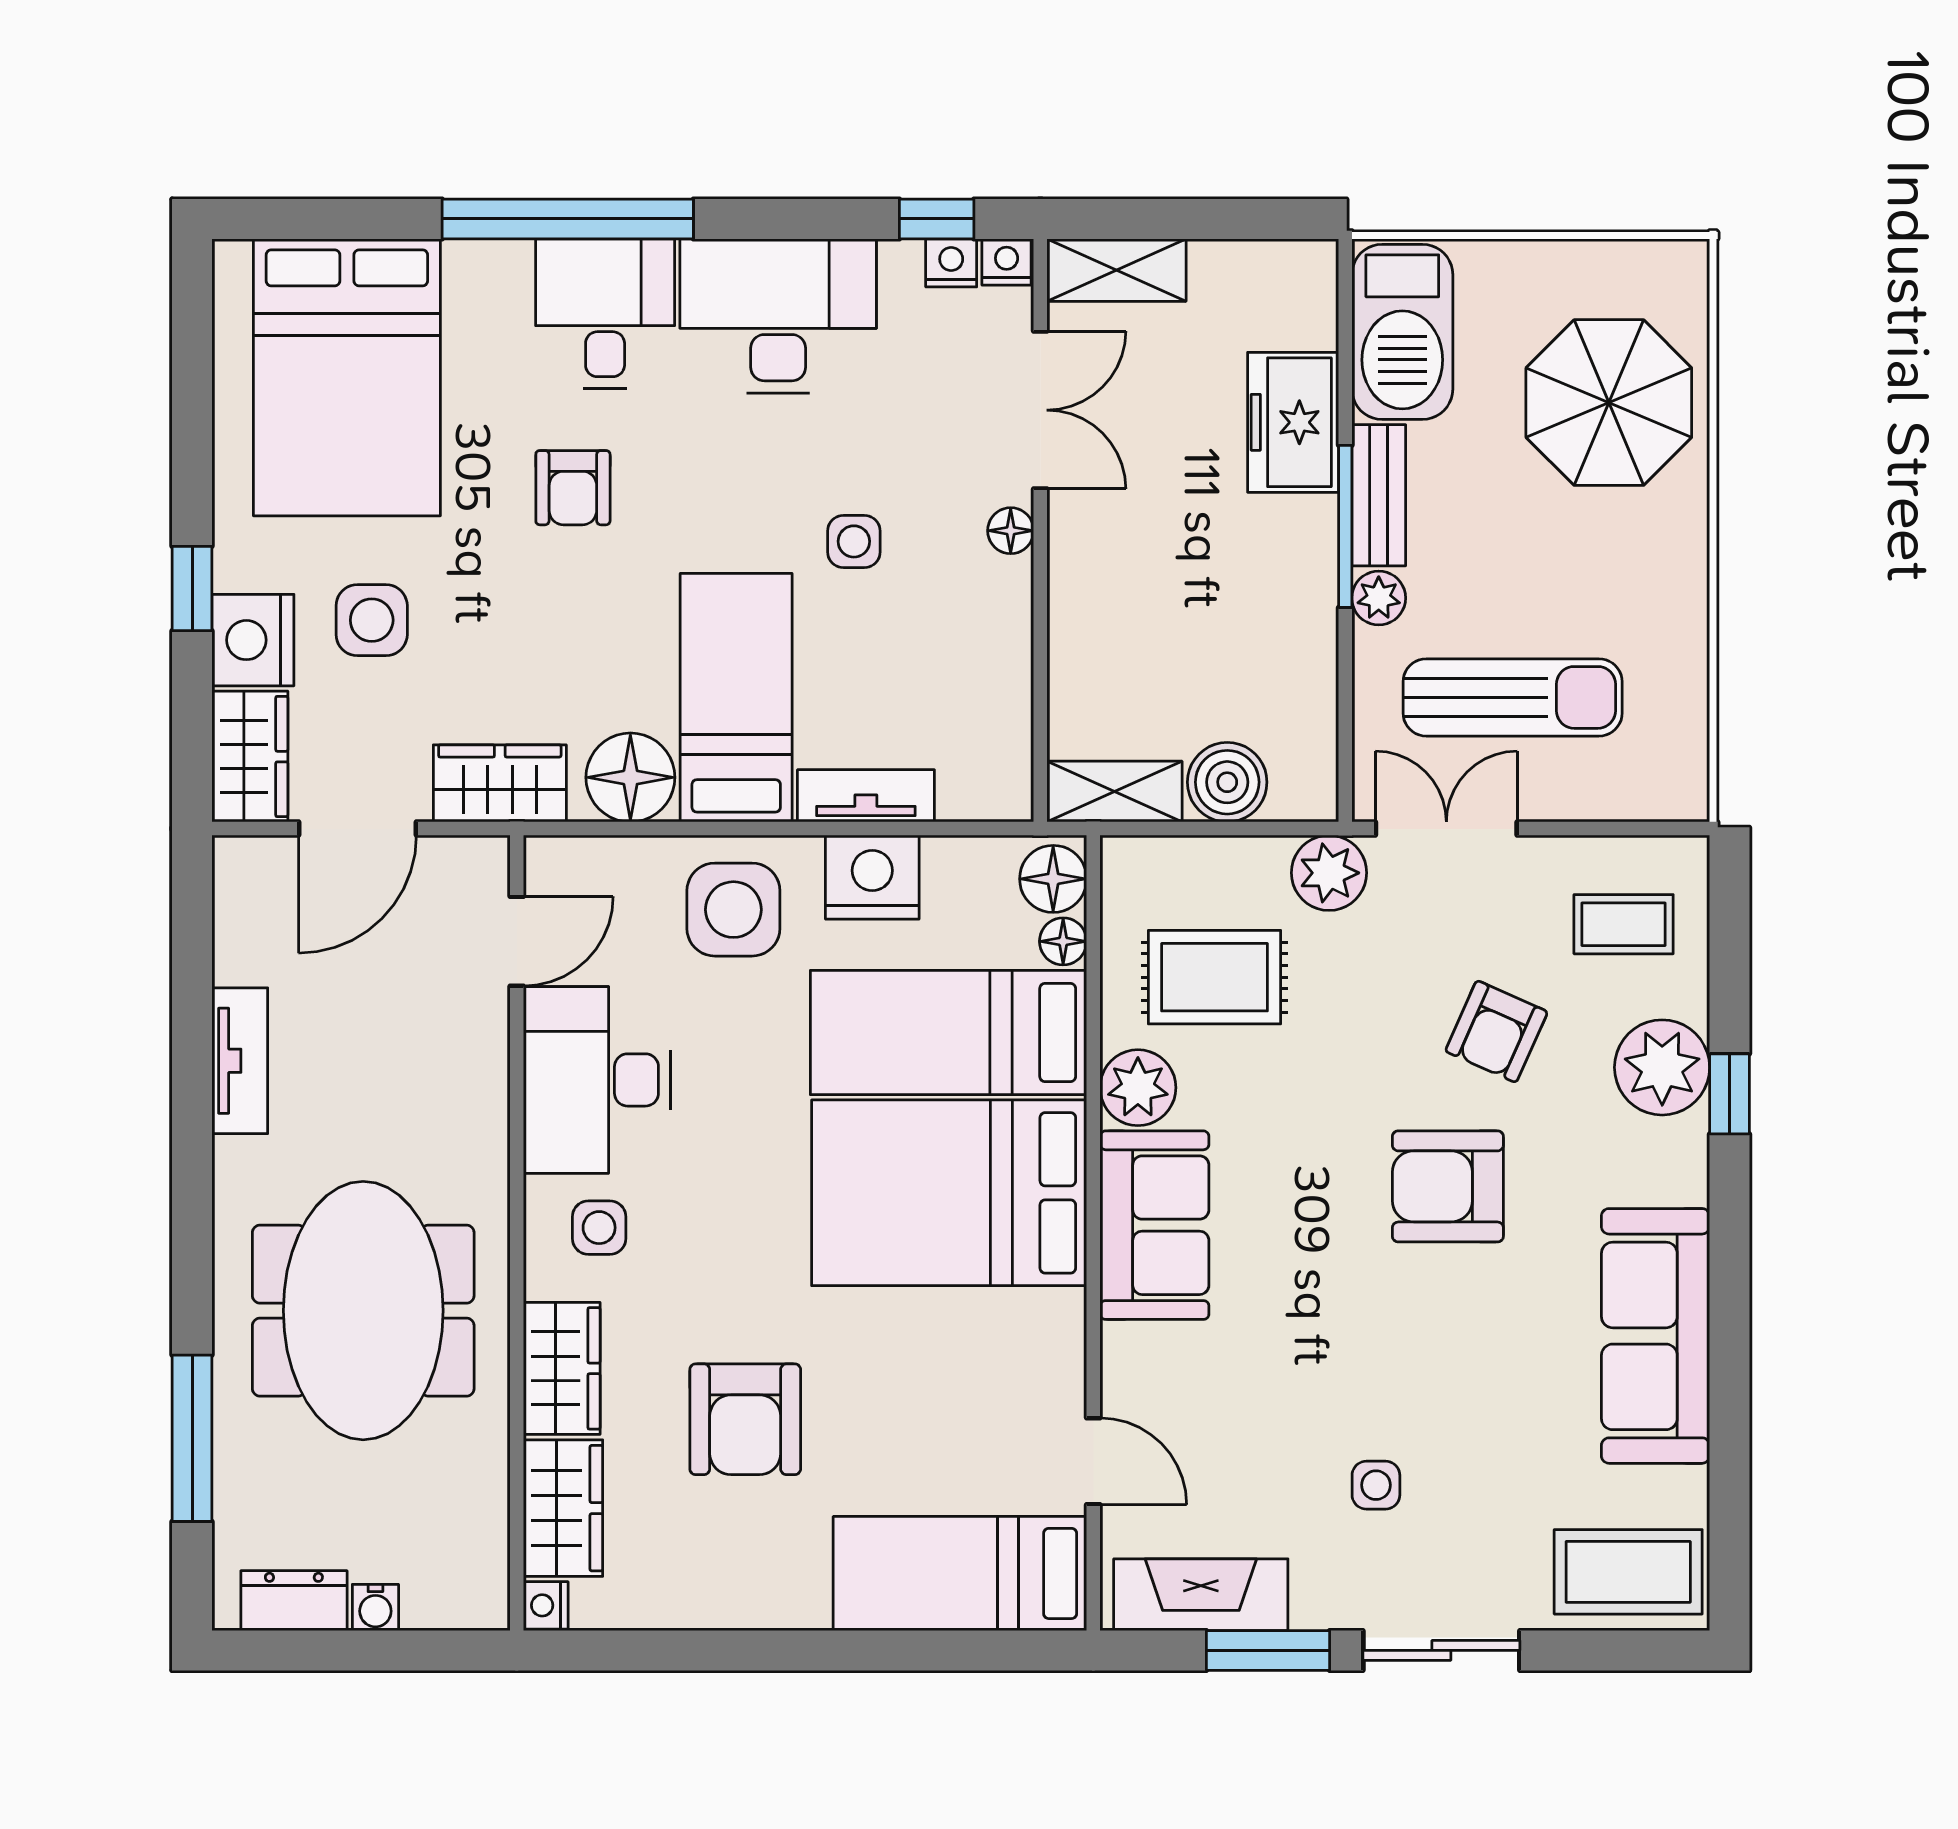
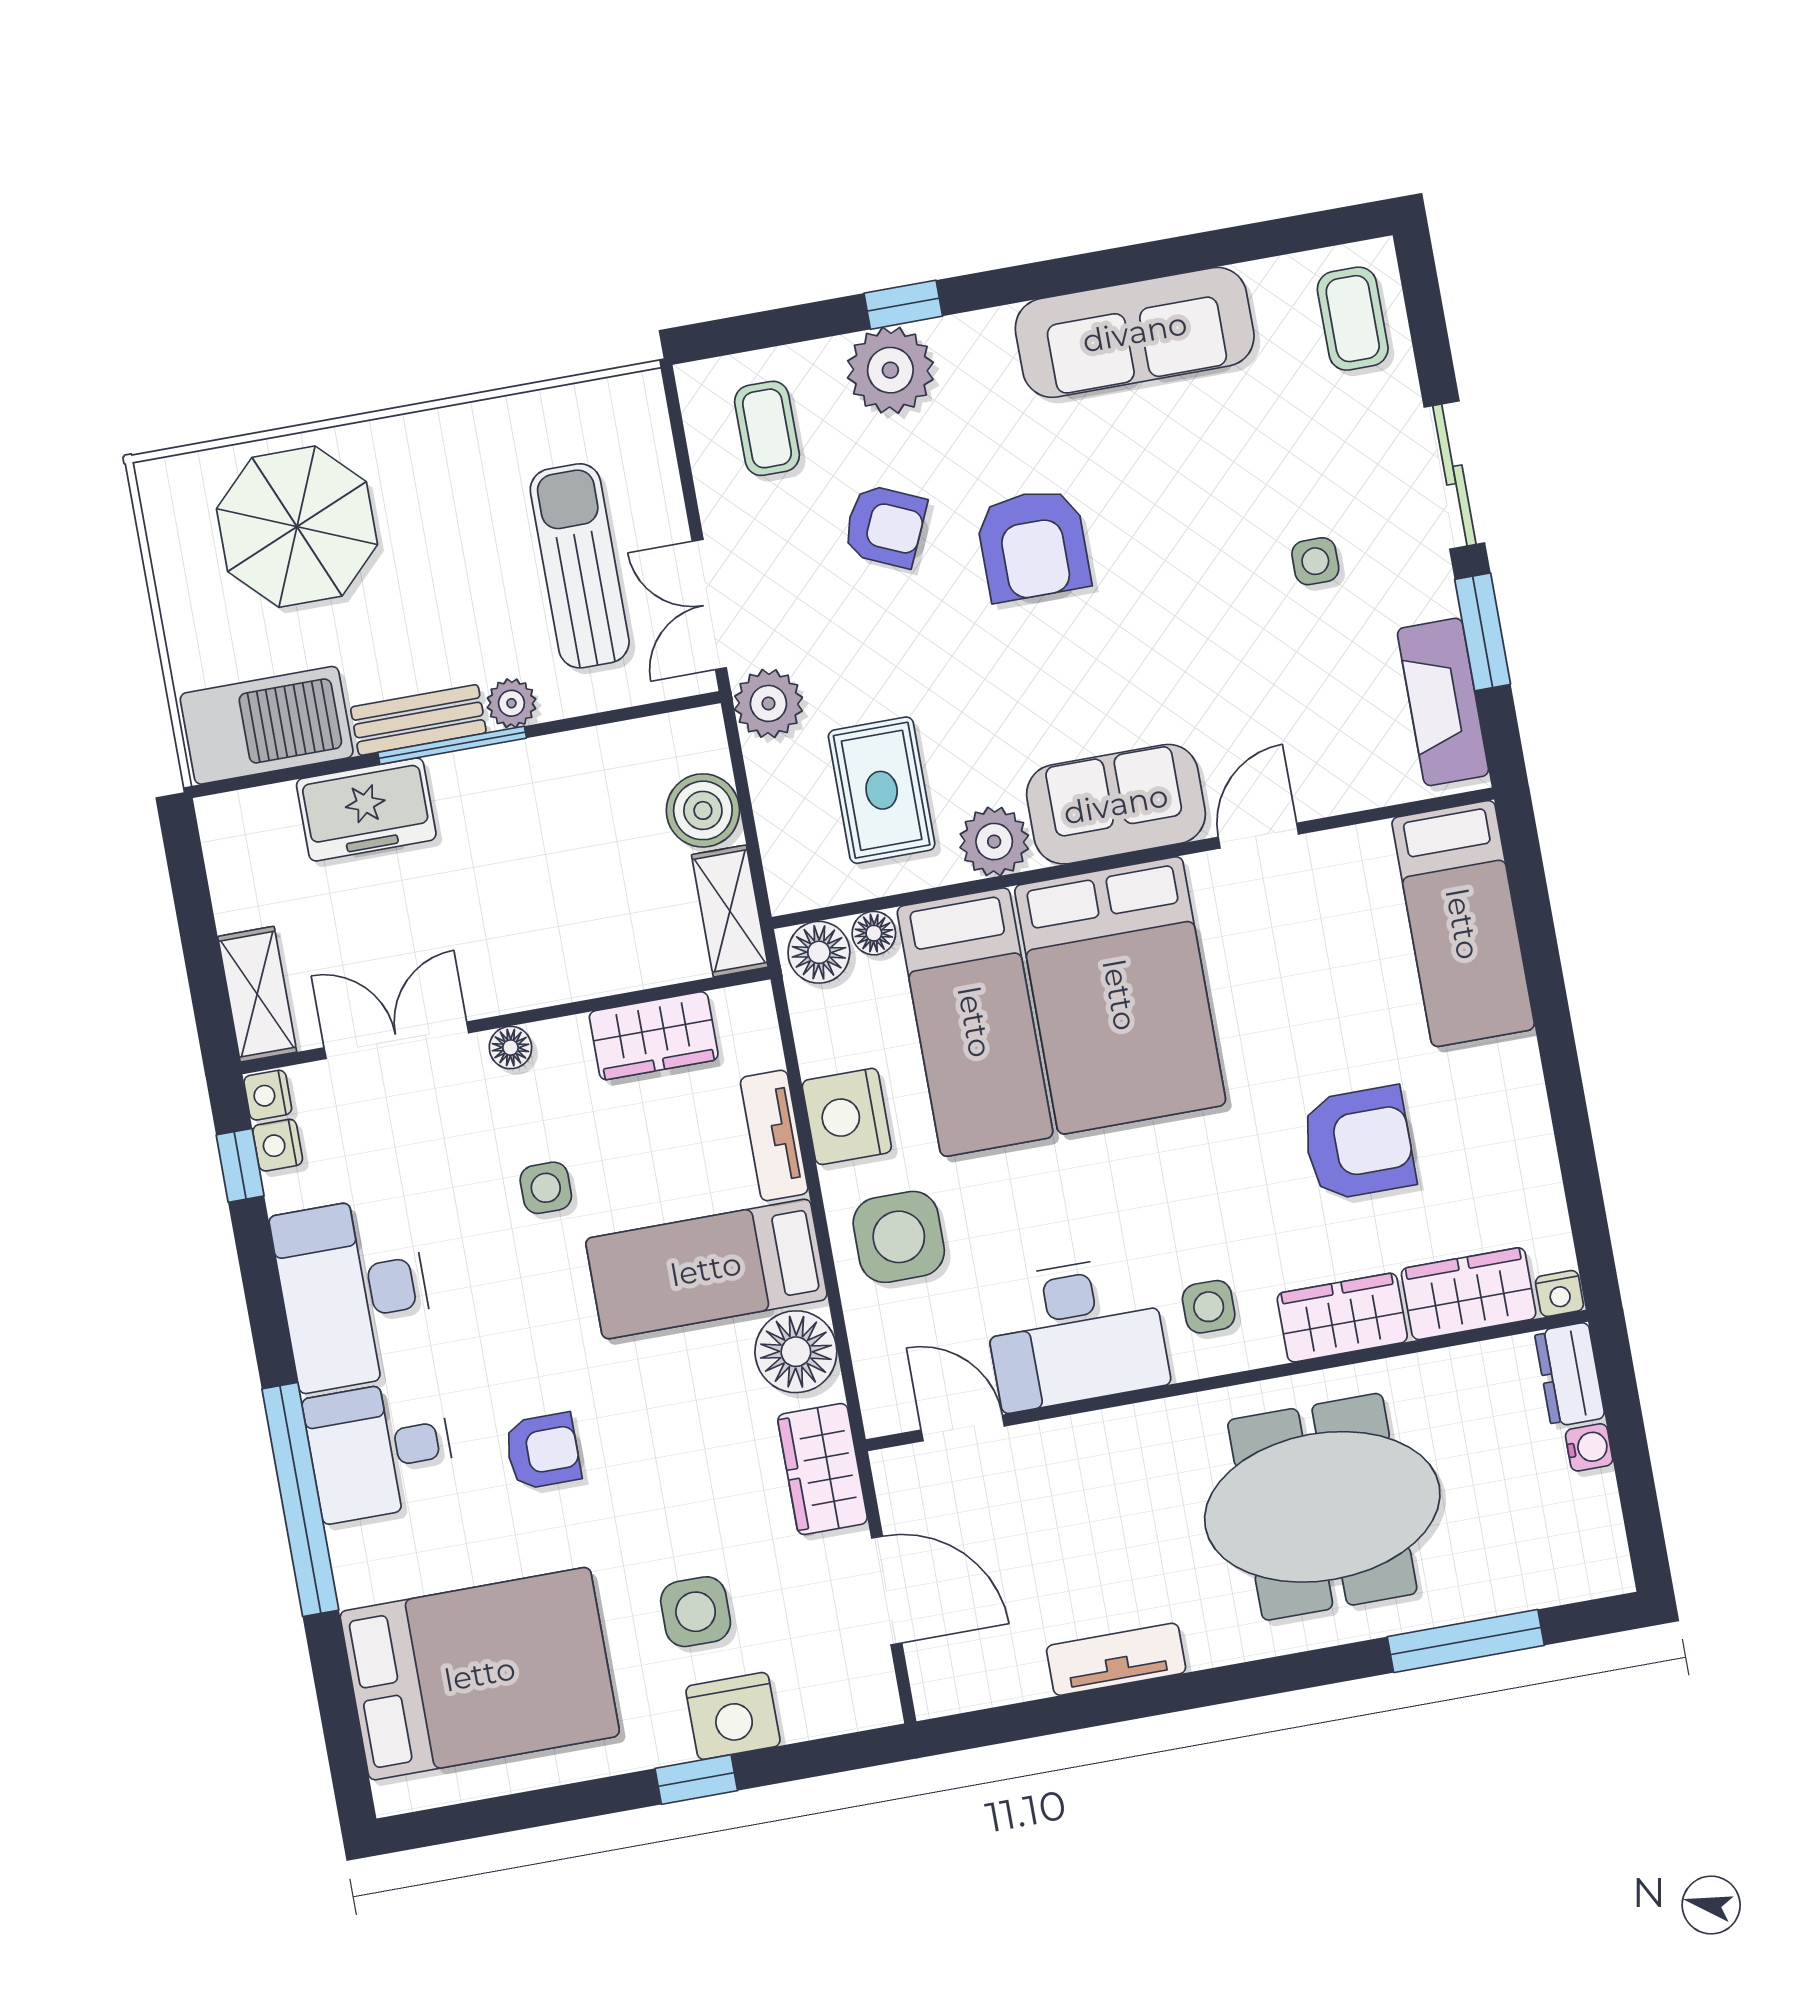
wardrobe: (250, 757) -> (654, 1036), moved, turned 180
door: (1093, 1461) -> (1258, 836), moved
coffee table: (1628, 1572) -> (1353, 319), width x0.73, depth x0.77
dresser: (294, 1601) -> (1570, 1375), moved

